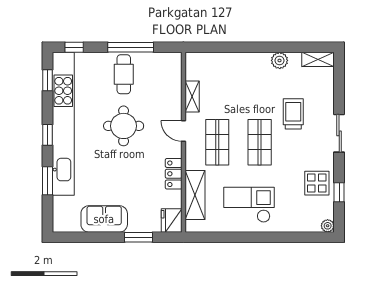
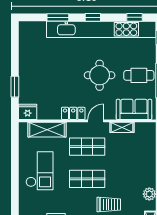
locker: (174, 174) -> (73, 113), moved
sofa: (104, 219) -> (134, 109), moved, turned -90

